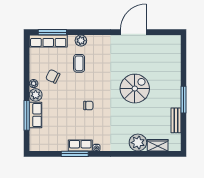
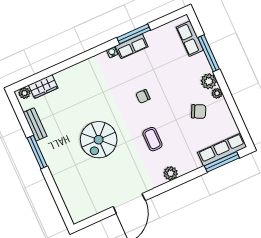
plant: (81, 41) -> (171, 173), moved
coffee table: (79, 63) -> (152, 139), moved
row of seats: (36, 115) -> (190, 39), moved
plant: (138, 143) -> (24, 93), moved, width x0.53, depth x0.53

